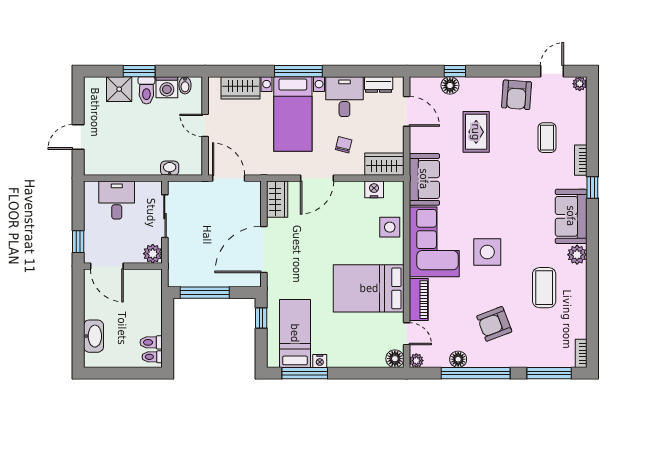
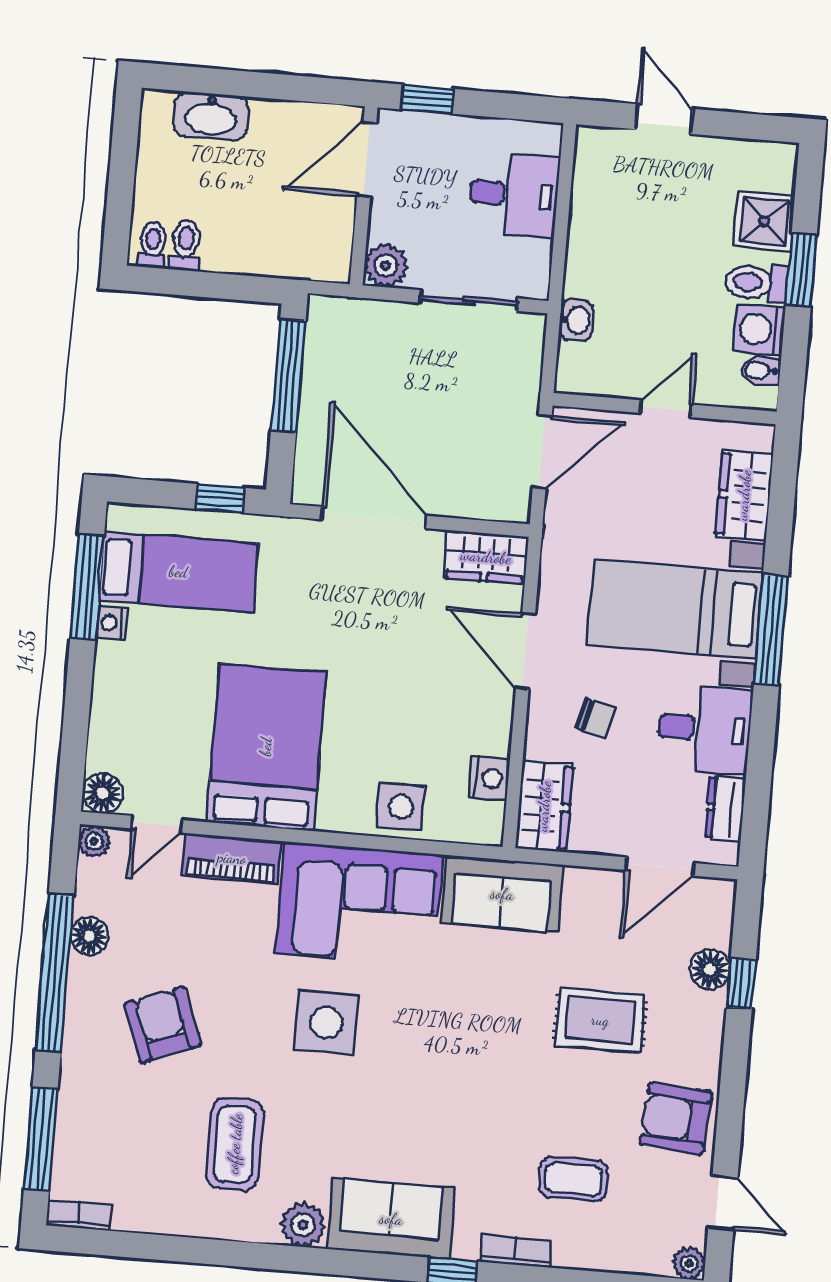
coffee table: (544, 288) -> (235, 1144), turned 90

